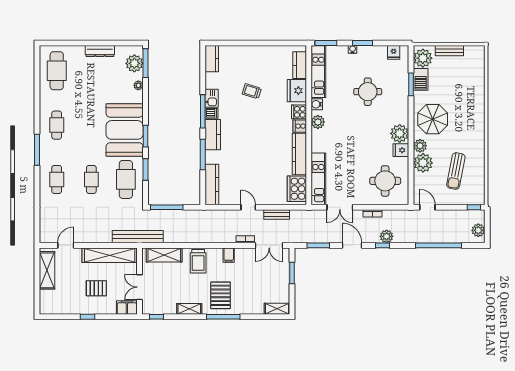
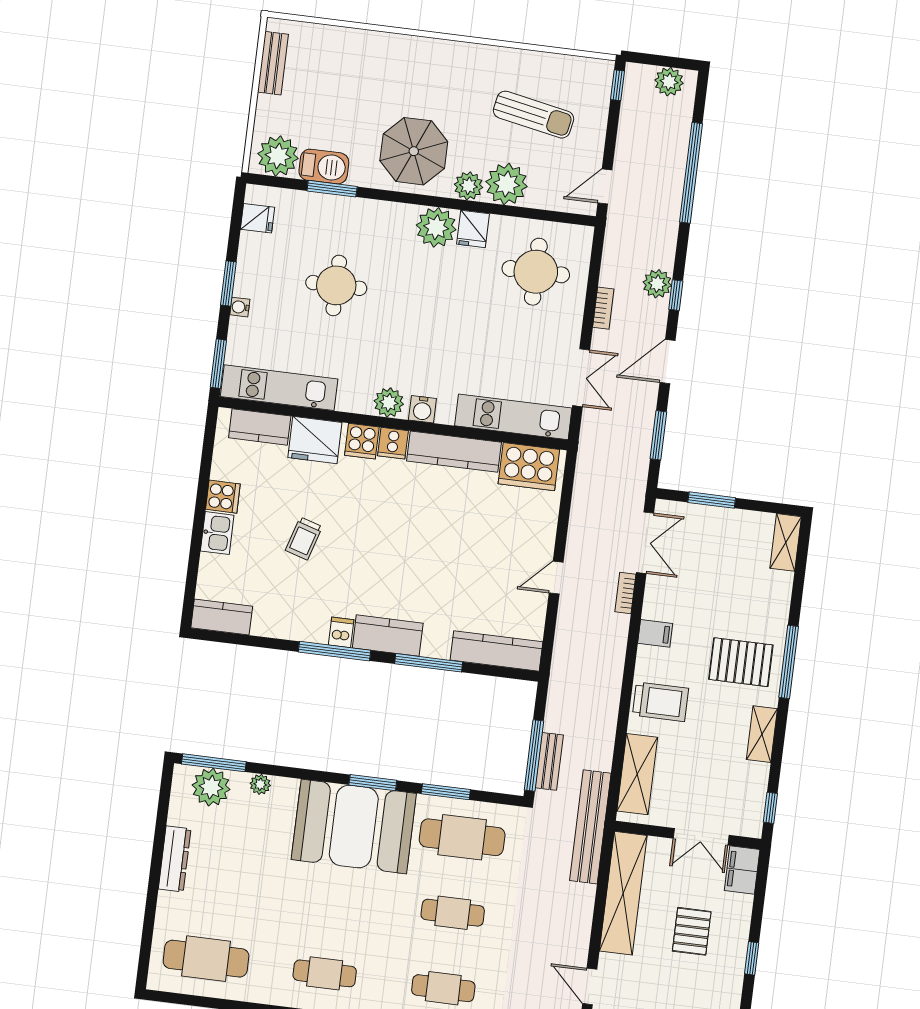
bench: (449, 51) -> (273, 63), moved
cooker: (266, 52) -> (223, 497), added
kitchen sink: (212, 98) -> (217, 533), moved, turned 90
water cooler: (317, 104) -> (422, 409), moved
bench: (277, 215) -> (549, 761), moved

